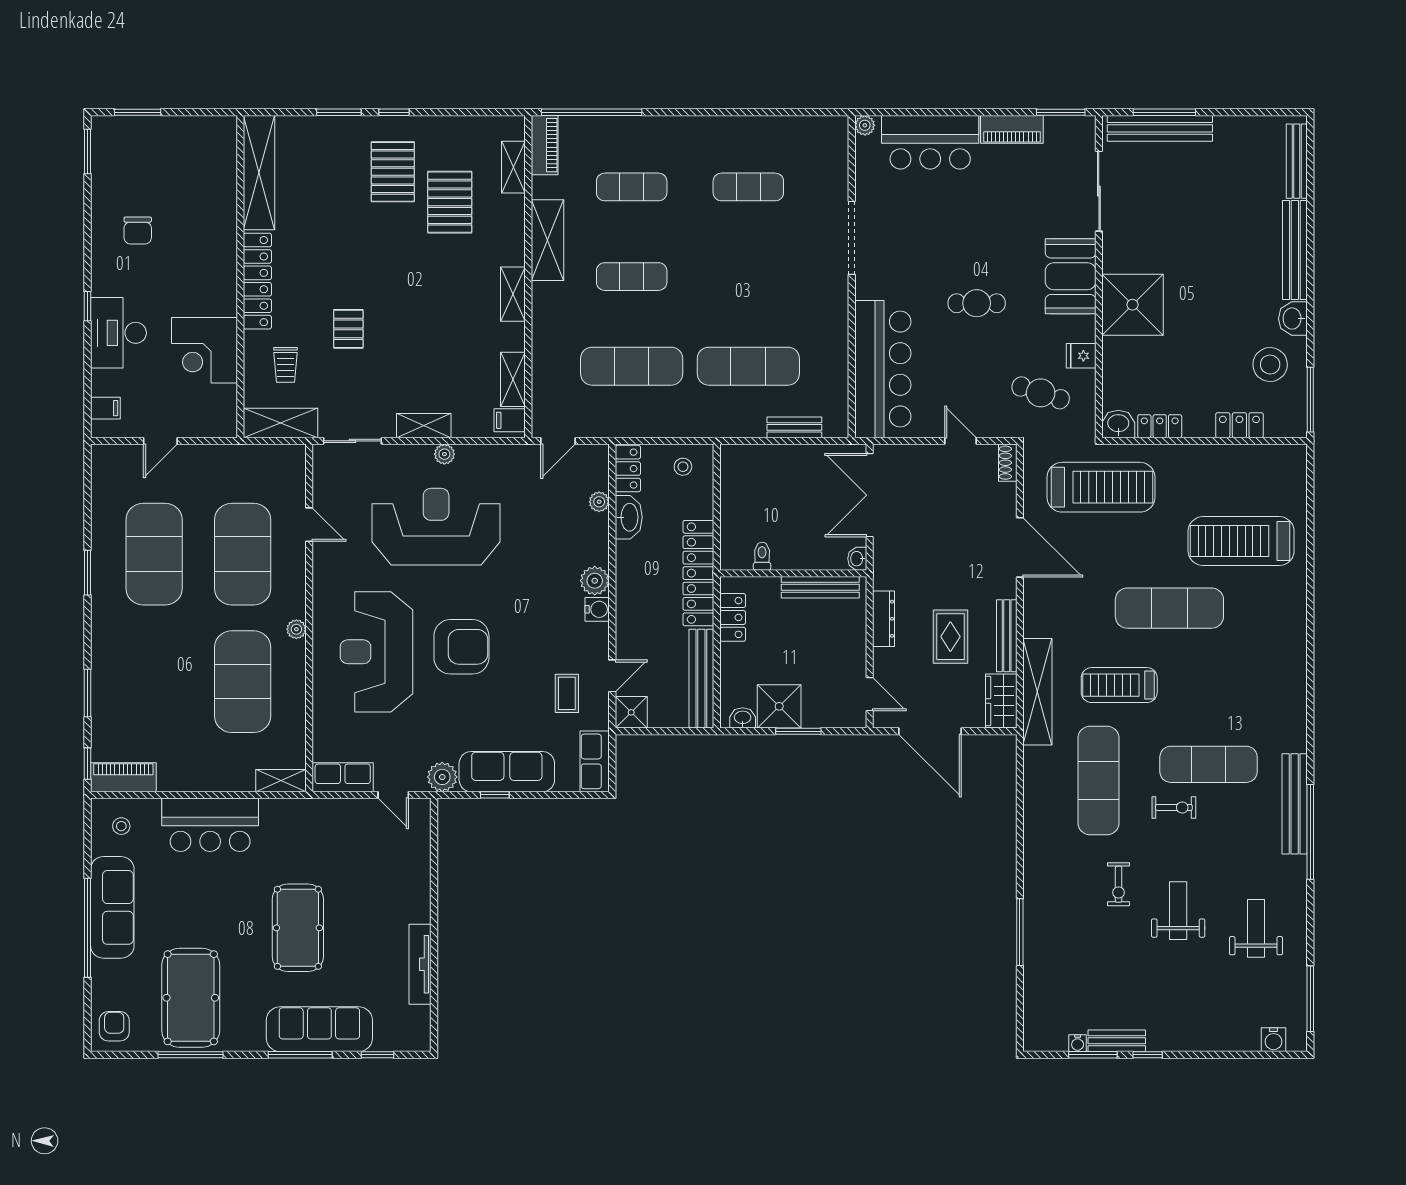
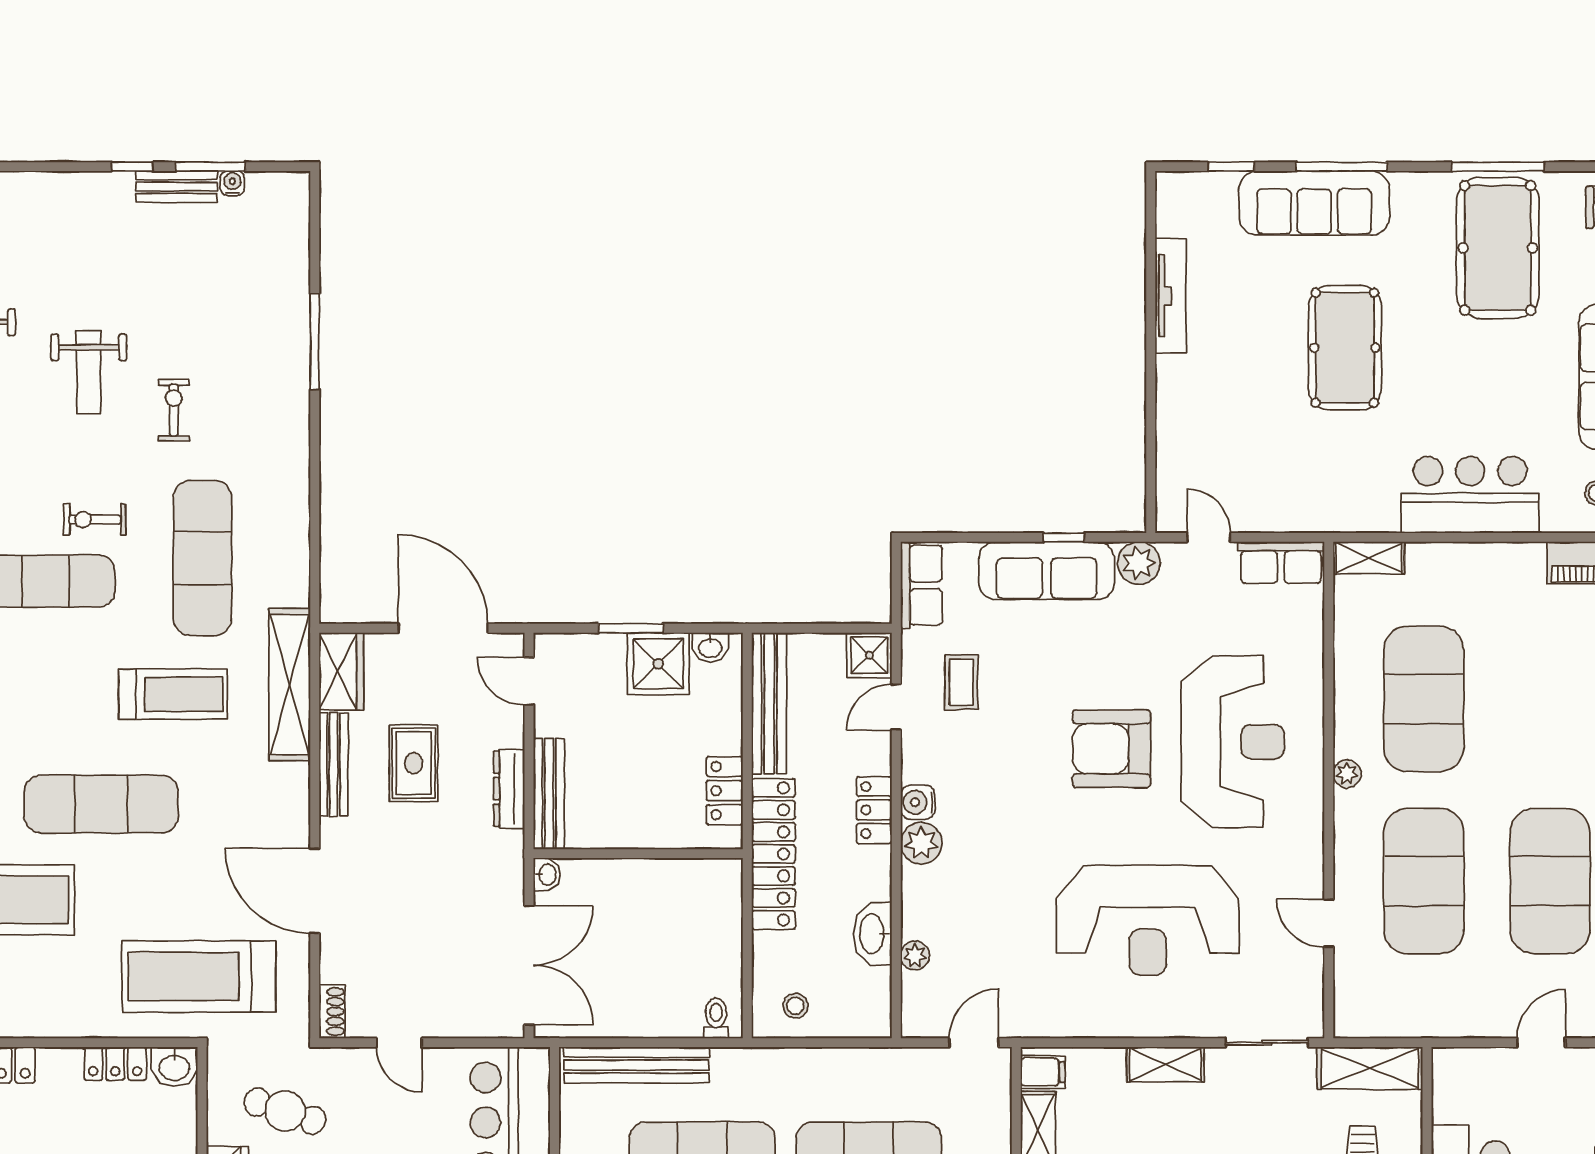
bench: (794, 427) -> (636, 1065), width x1.86, depth x1.21
plant: (444, 454) -> (1136, 1024), removed
locker: (628, 469) -> (874, 810), moved
toilet: (762, 556) -> (716, 1018), moved, turned 180
bench: (820, 587) -> (549, 794), moved, turned 90

